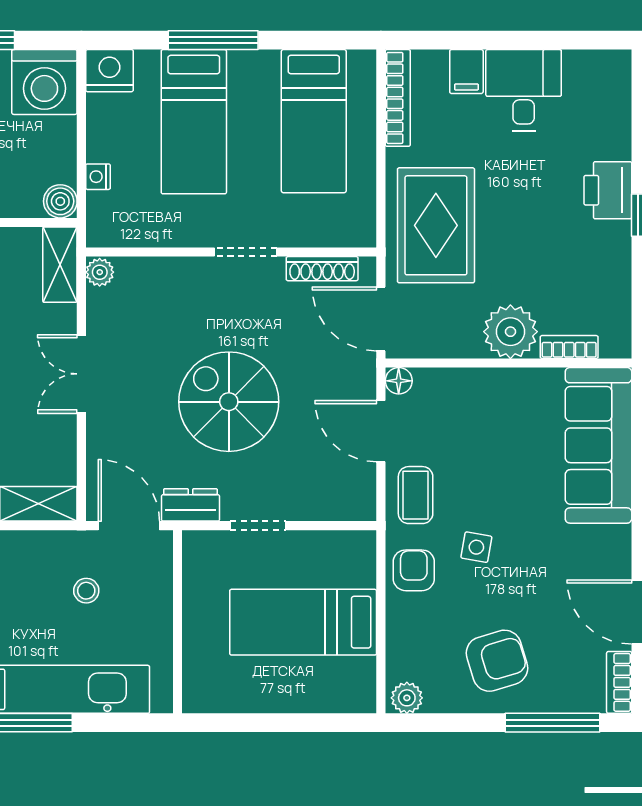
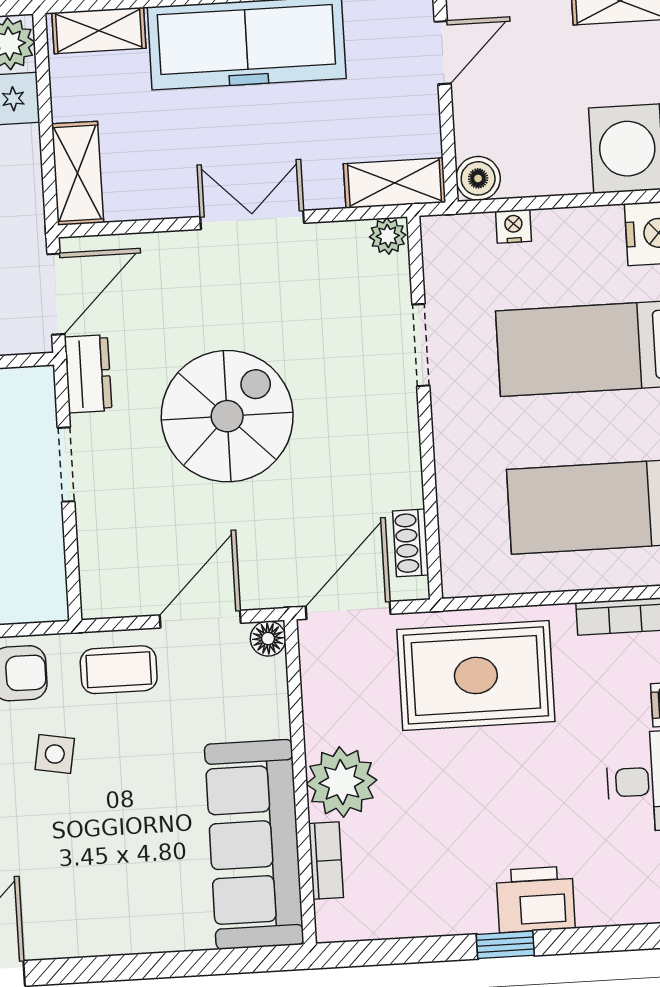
doorway: (246, 252) -> (421, 345), moved
shoe rack: (322, 269) -> (411, 543), width x0.70
sofa: (598, 445) -> (254, 844), moved, turned -90

